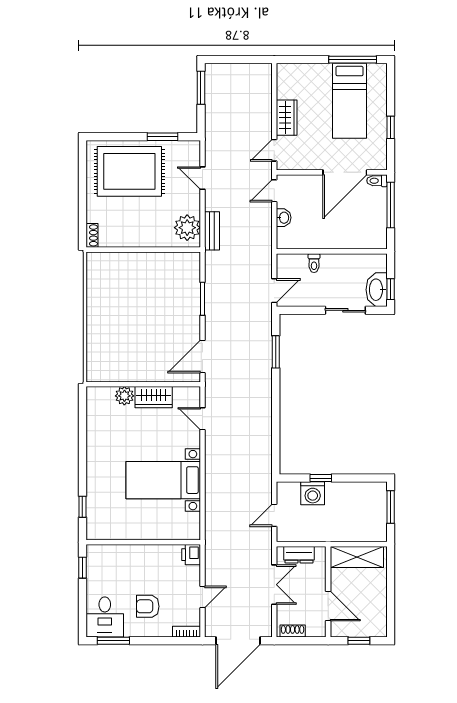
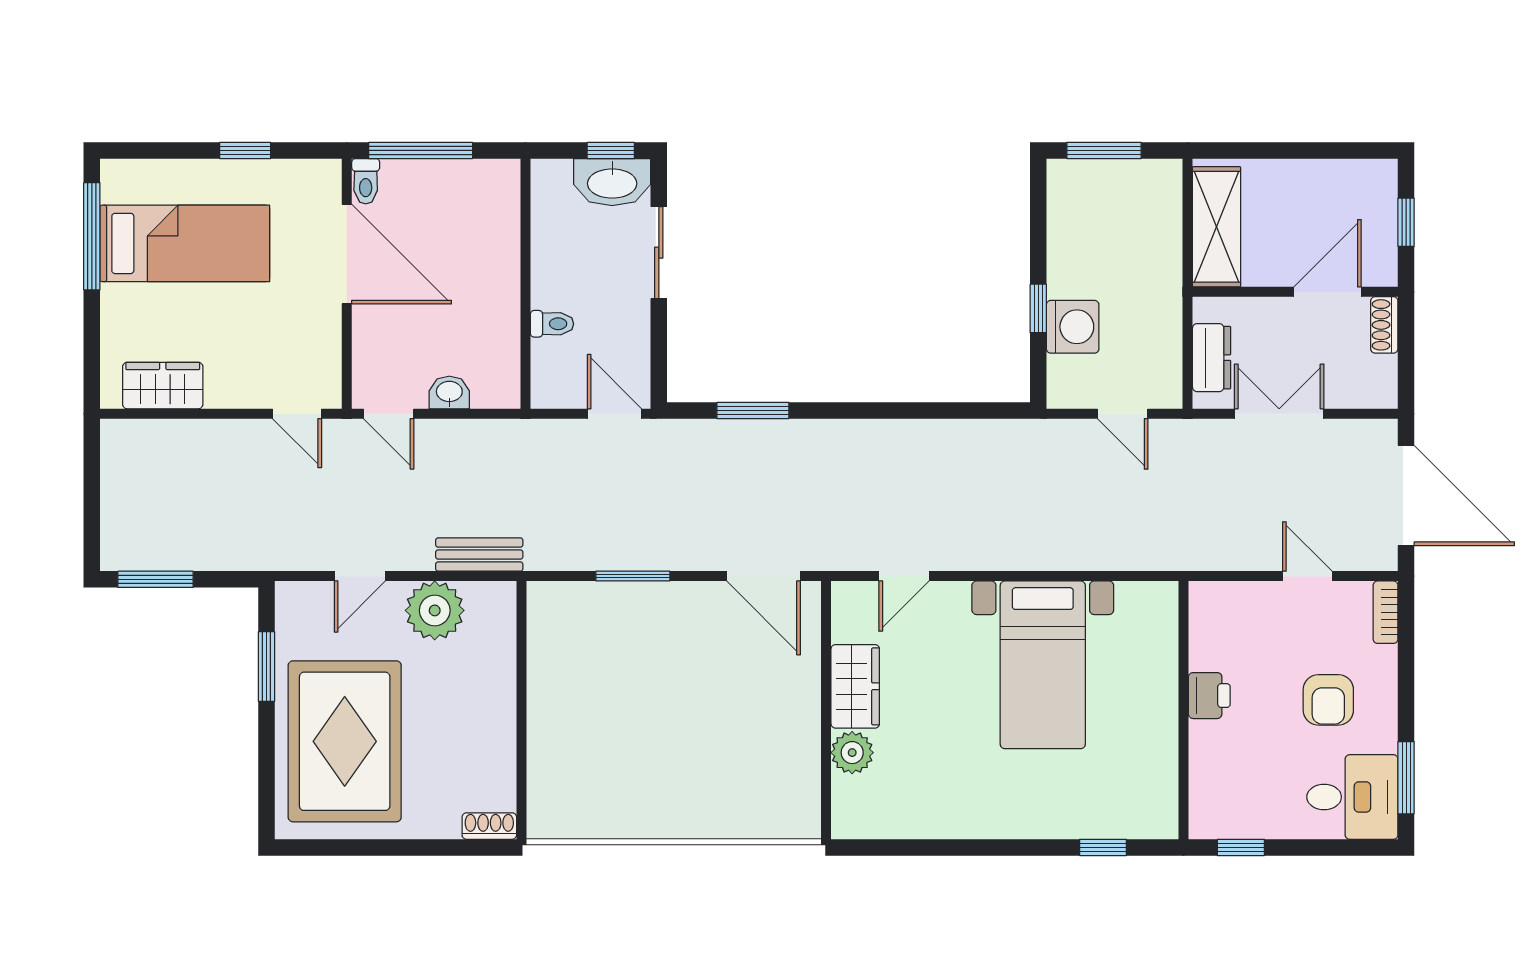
wardrobe: (287, 118) -> (163, 386), moved
plant: (187, 228) -> (435, 610), moved
printer: (191, 555) -> (1209, 696), moved, turned -90
shoe rack: (293, 631) -> (1384, 325), moved

